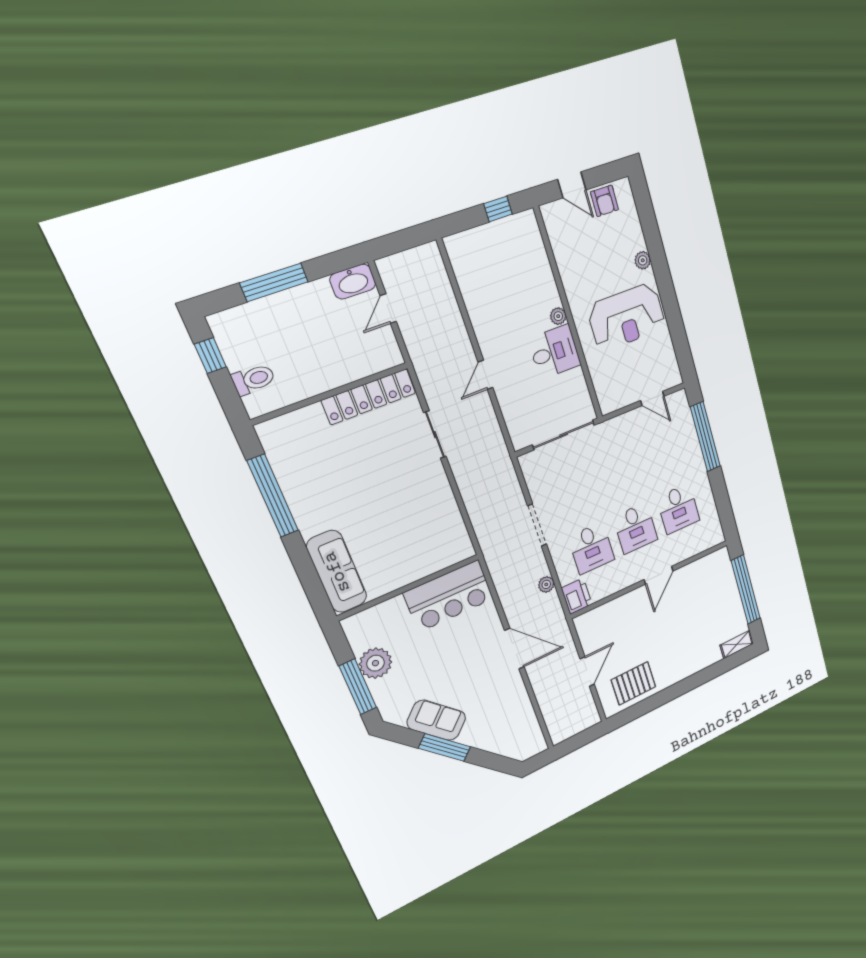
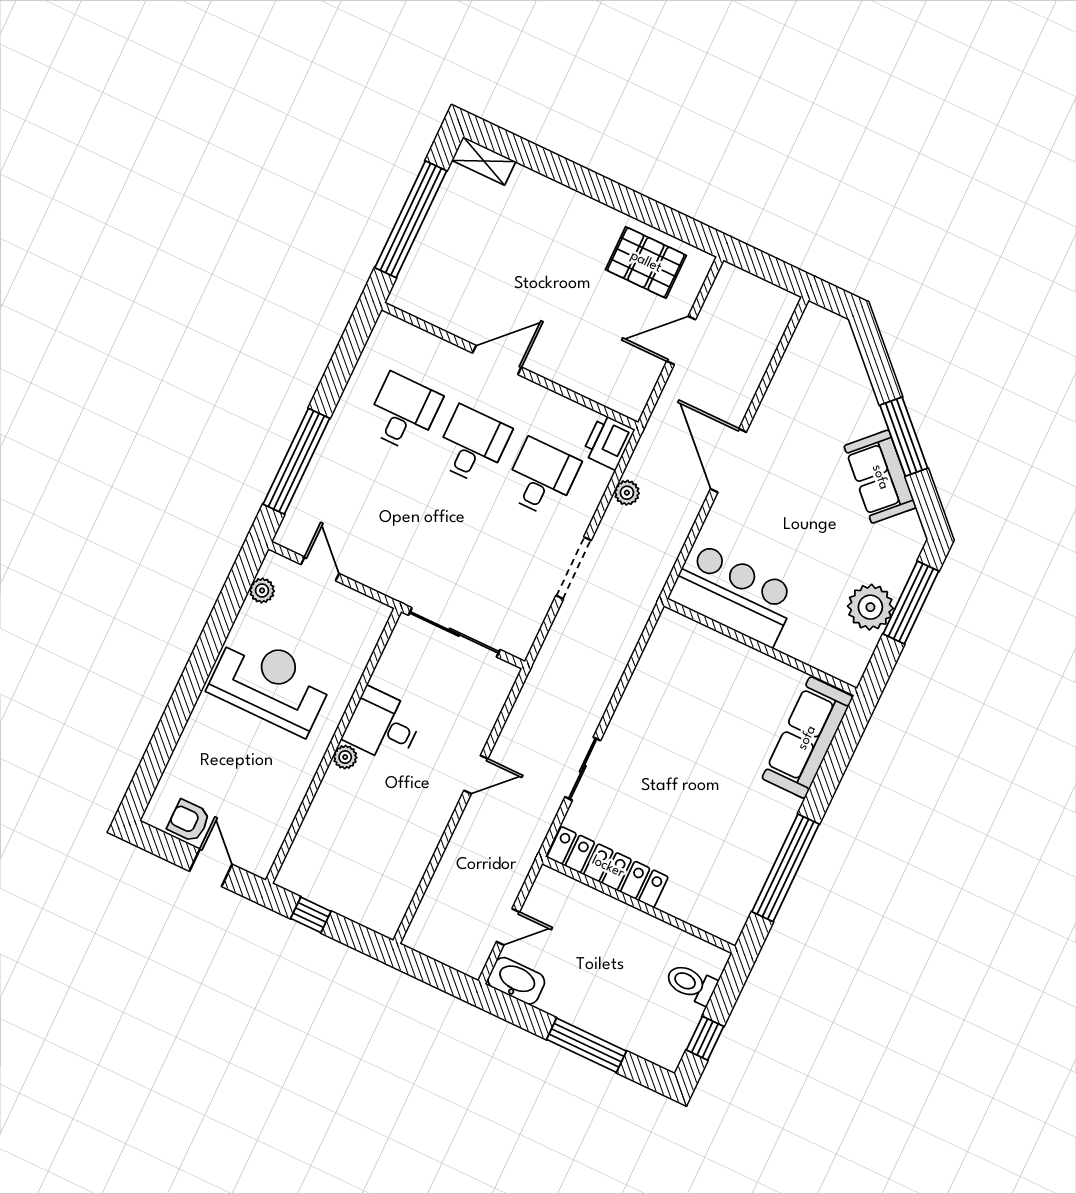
armchair: (604, 201) -> (189, 821), turned -90
plant: (643, 260) -> (262, 590), moved

